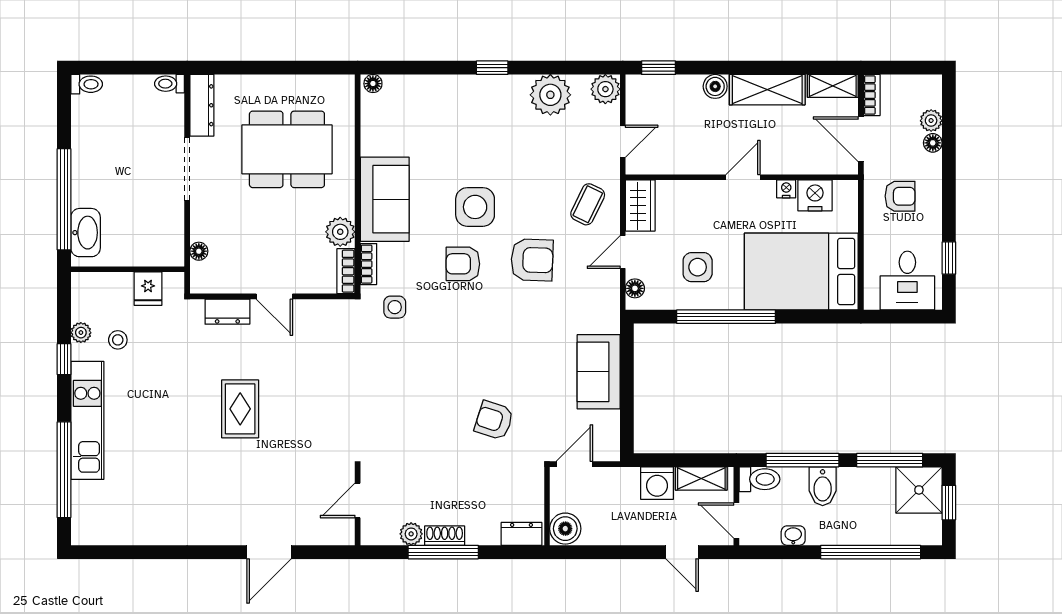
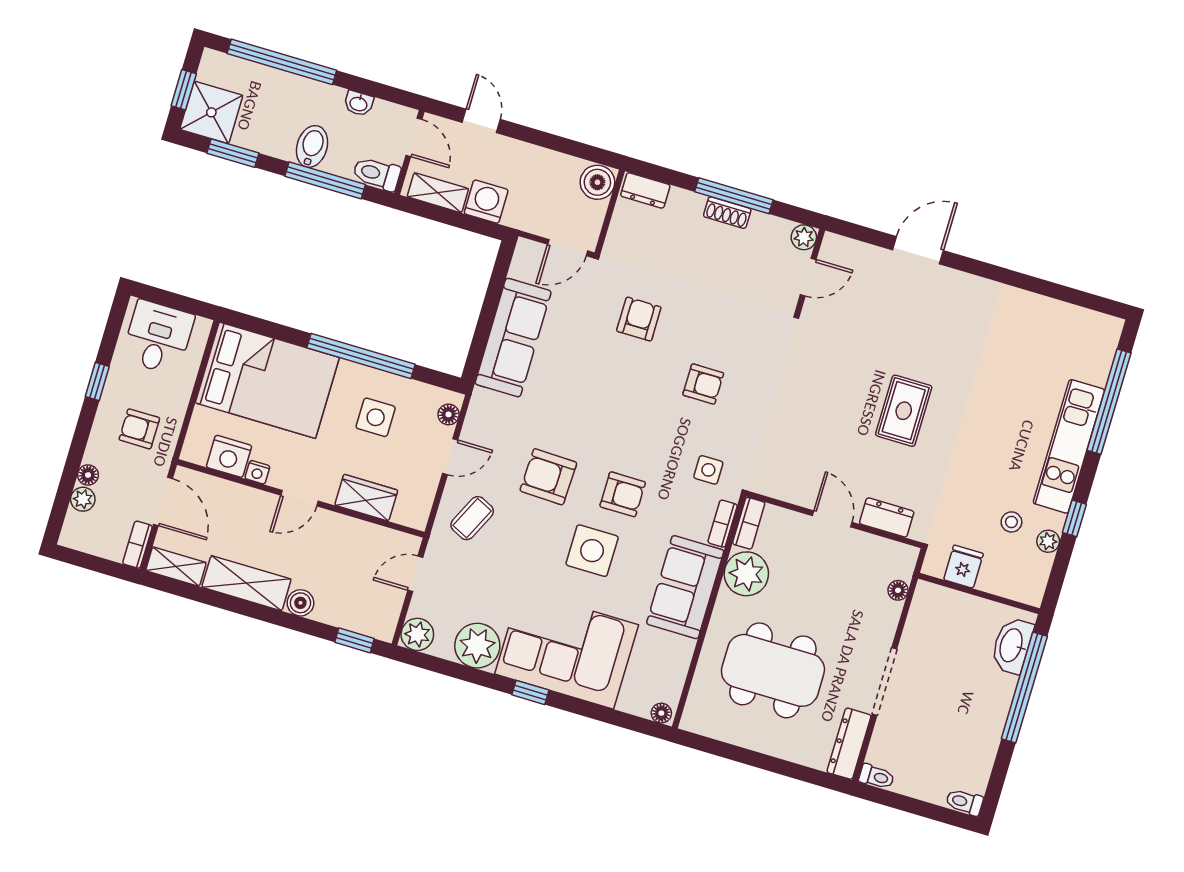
corner sofa: (472, 115) -> (567, 649), added
wardrobe: (640, 206) -> (366, 498), moved, turned 90
plant: (340, 232) -> (746, 574), width x1.36, depth x1.36
window: (949, 258) -> (97, 381), moved
sofa: (599, 372) -> (513, 338), width x1.36
armchair: (421, 380) -> (703, 384), added
armchair: (494, 420) -> (639, 319), turned -108
window: (890, 460) -> (233, 153), width x0.69
plant: (411, 534) -> (804, 237), moved

